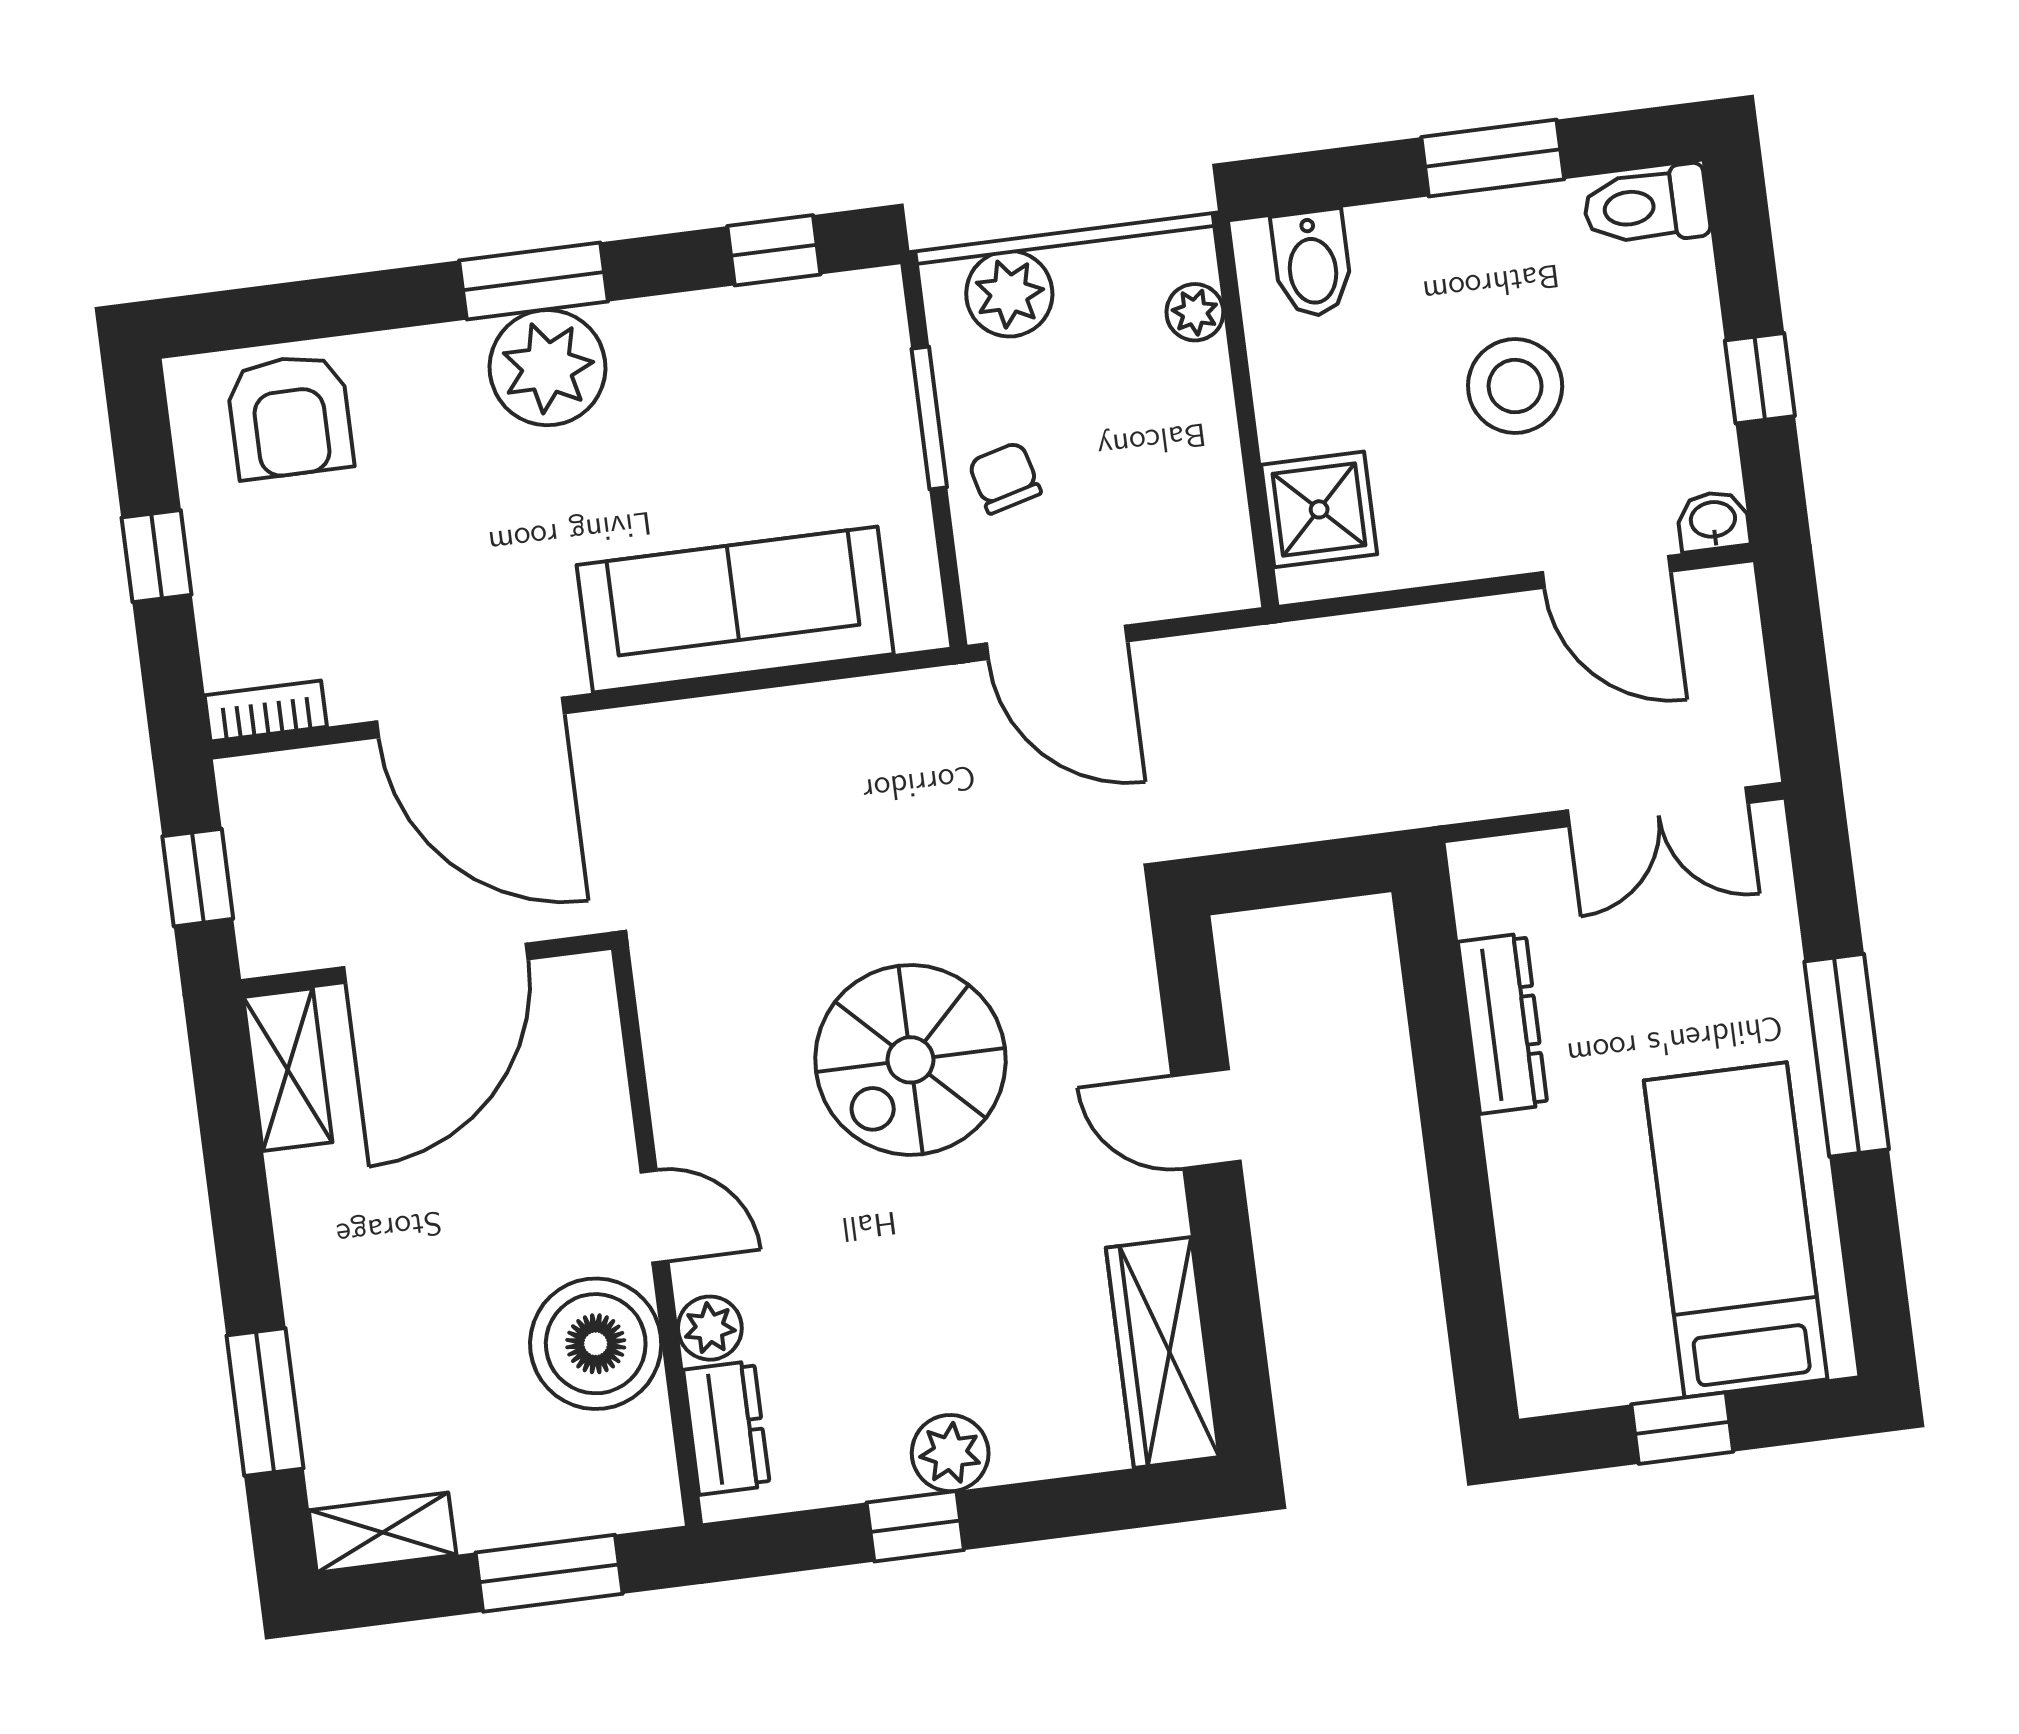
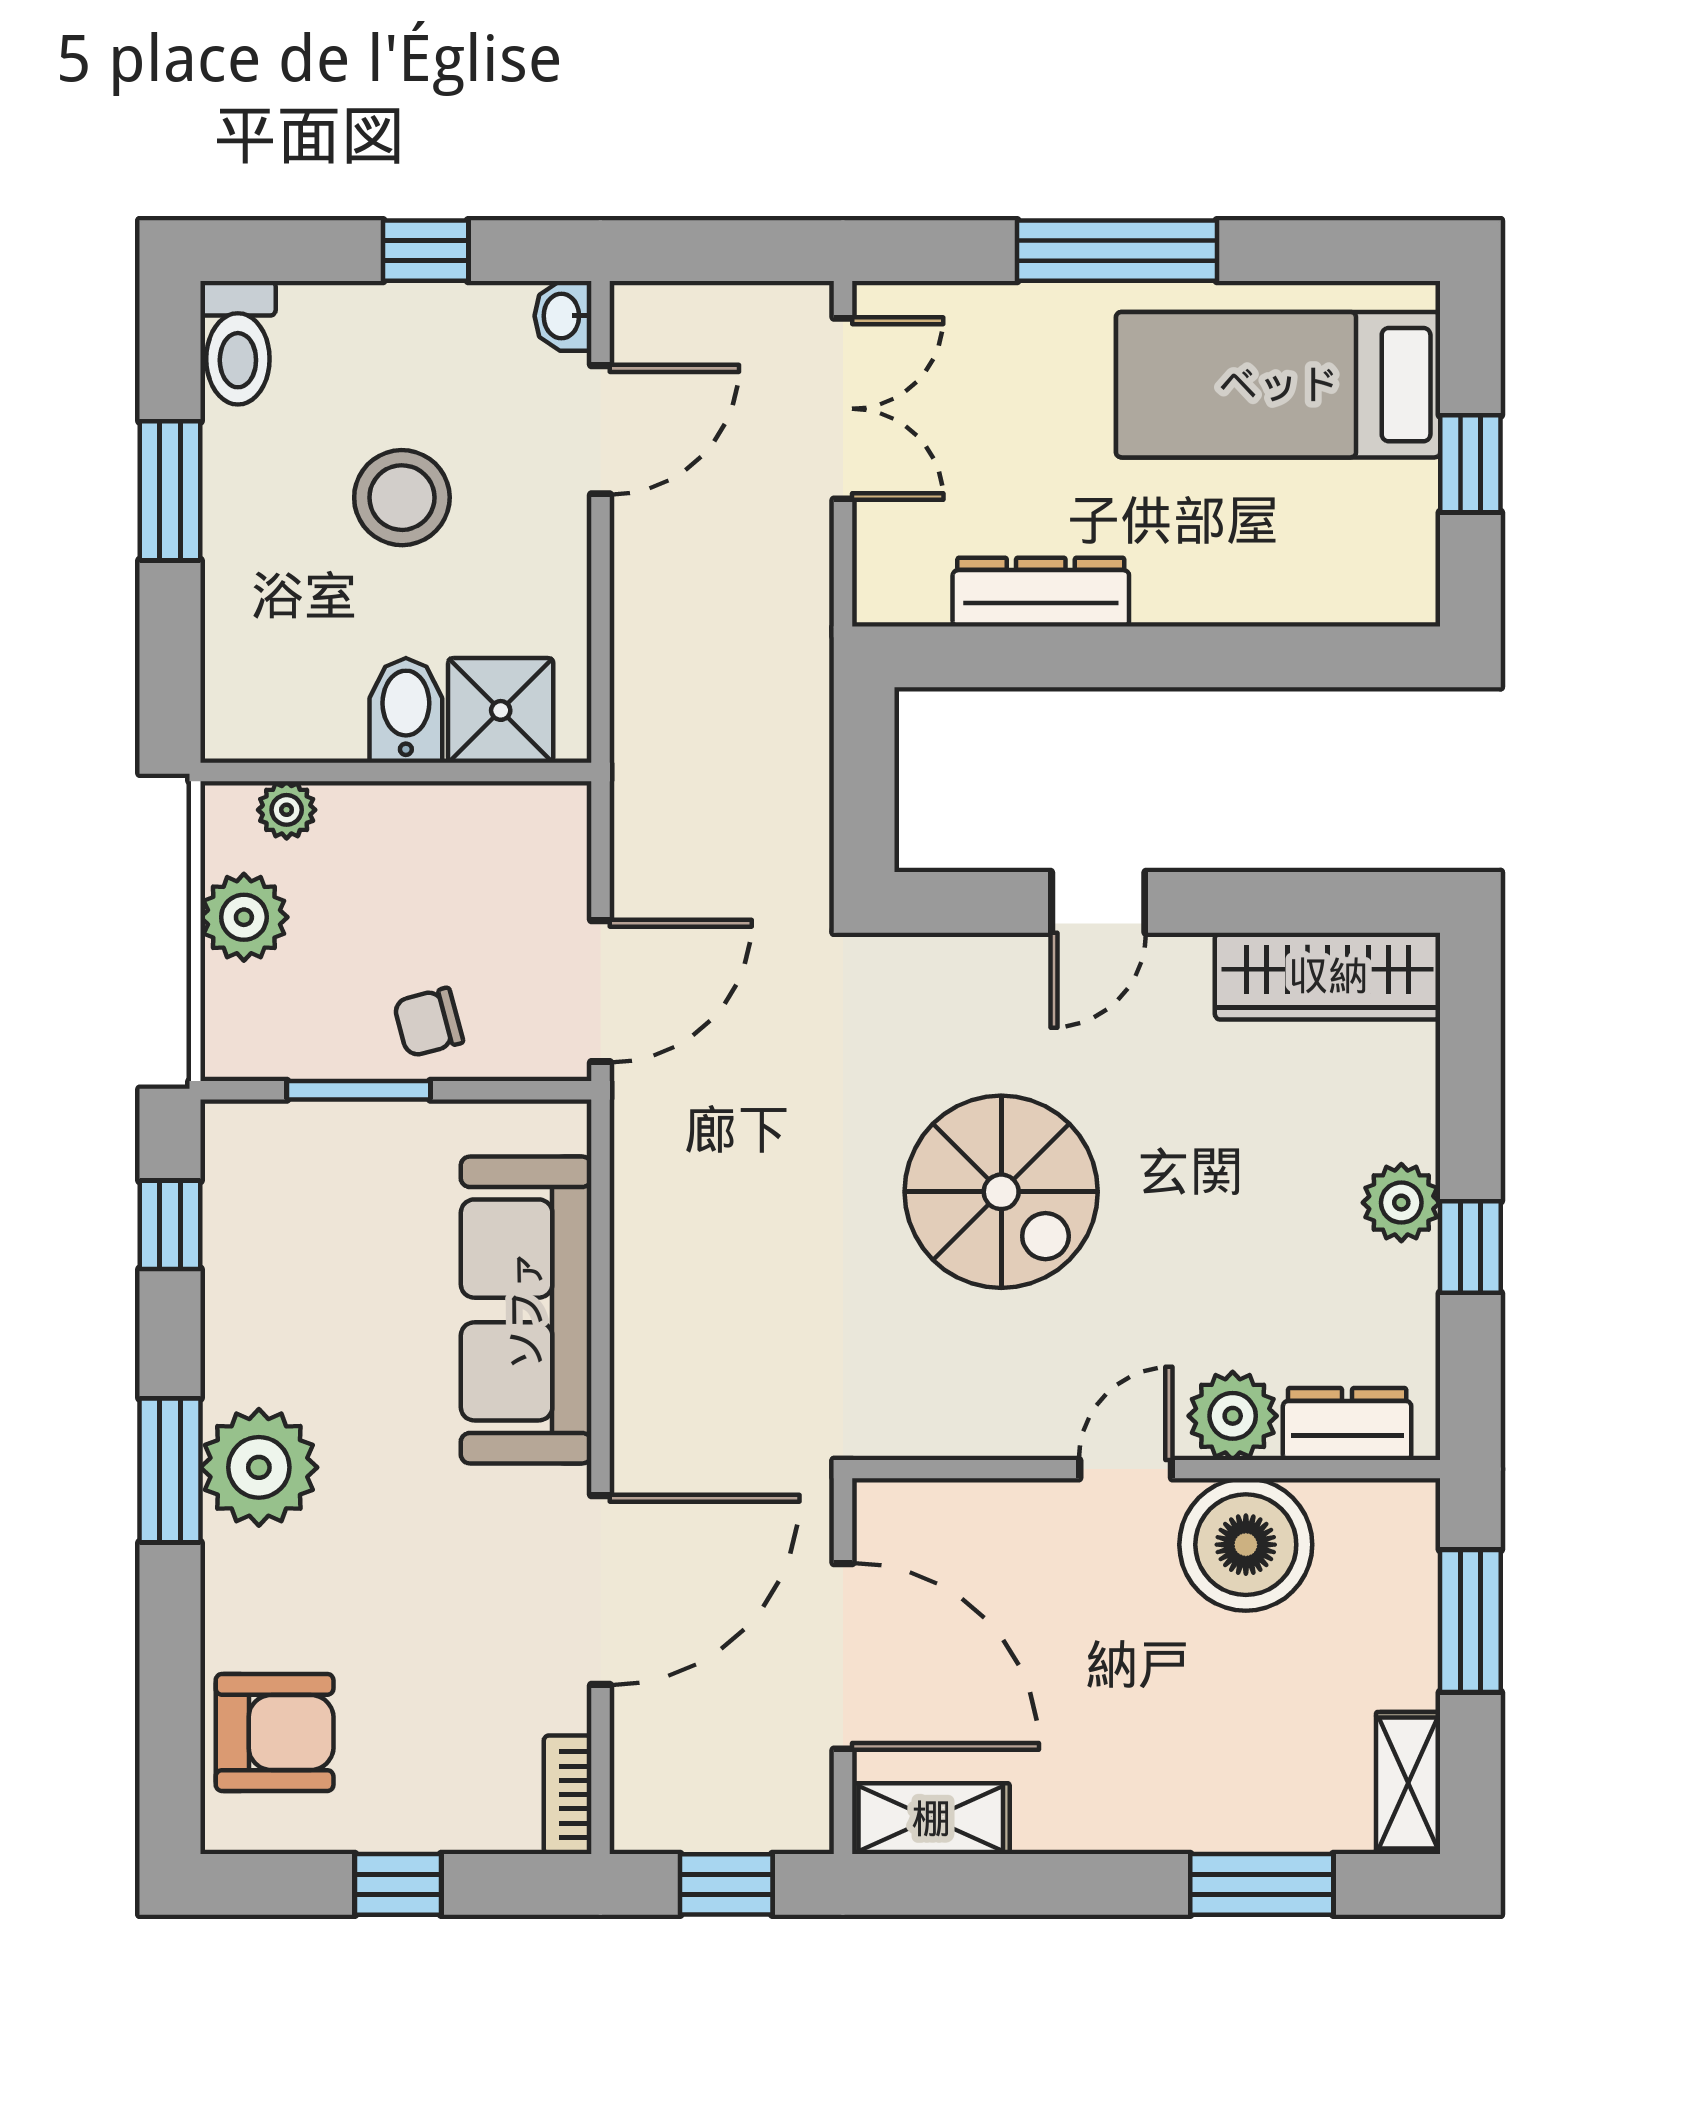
bidet: (1312, 264) -> (406, 710), moved, turned -90
plant: (1009, 294) -> (244, 917), moved
plant: (710, 1328) -> (1233, 1416), width x1.38, depth x1.38

